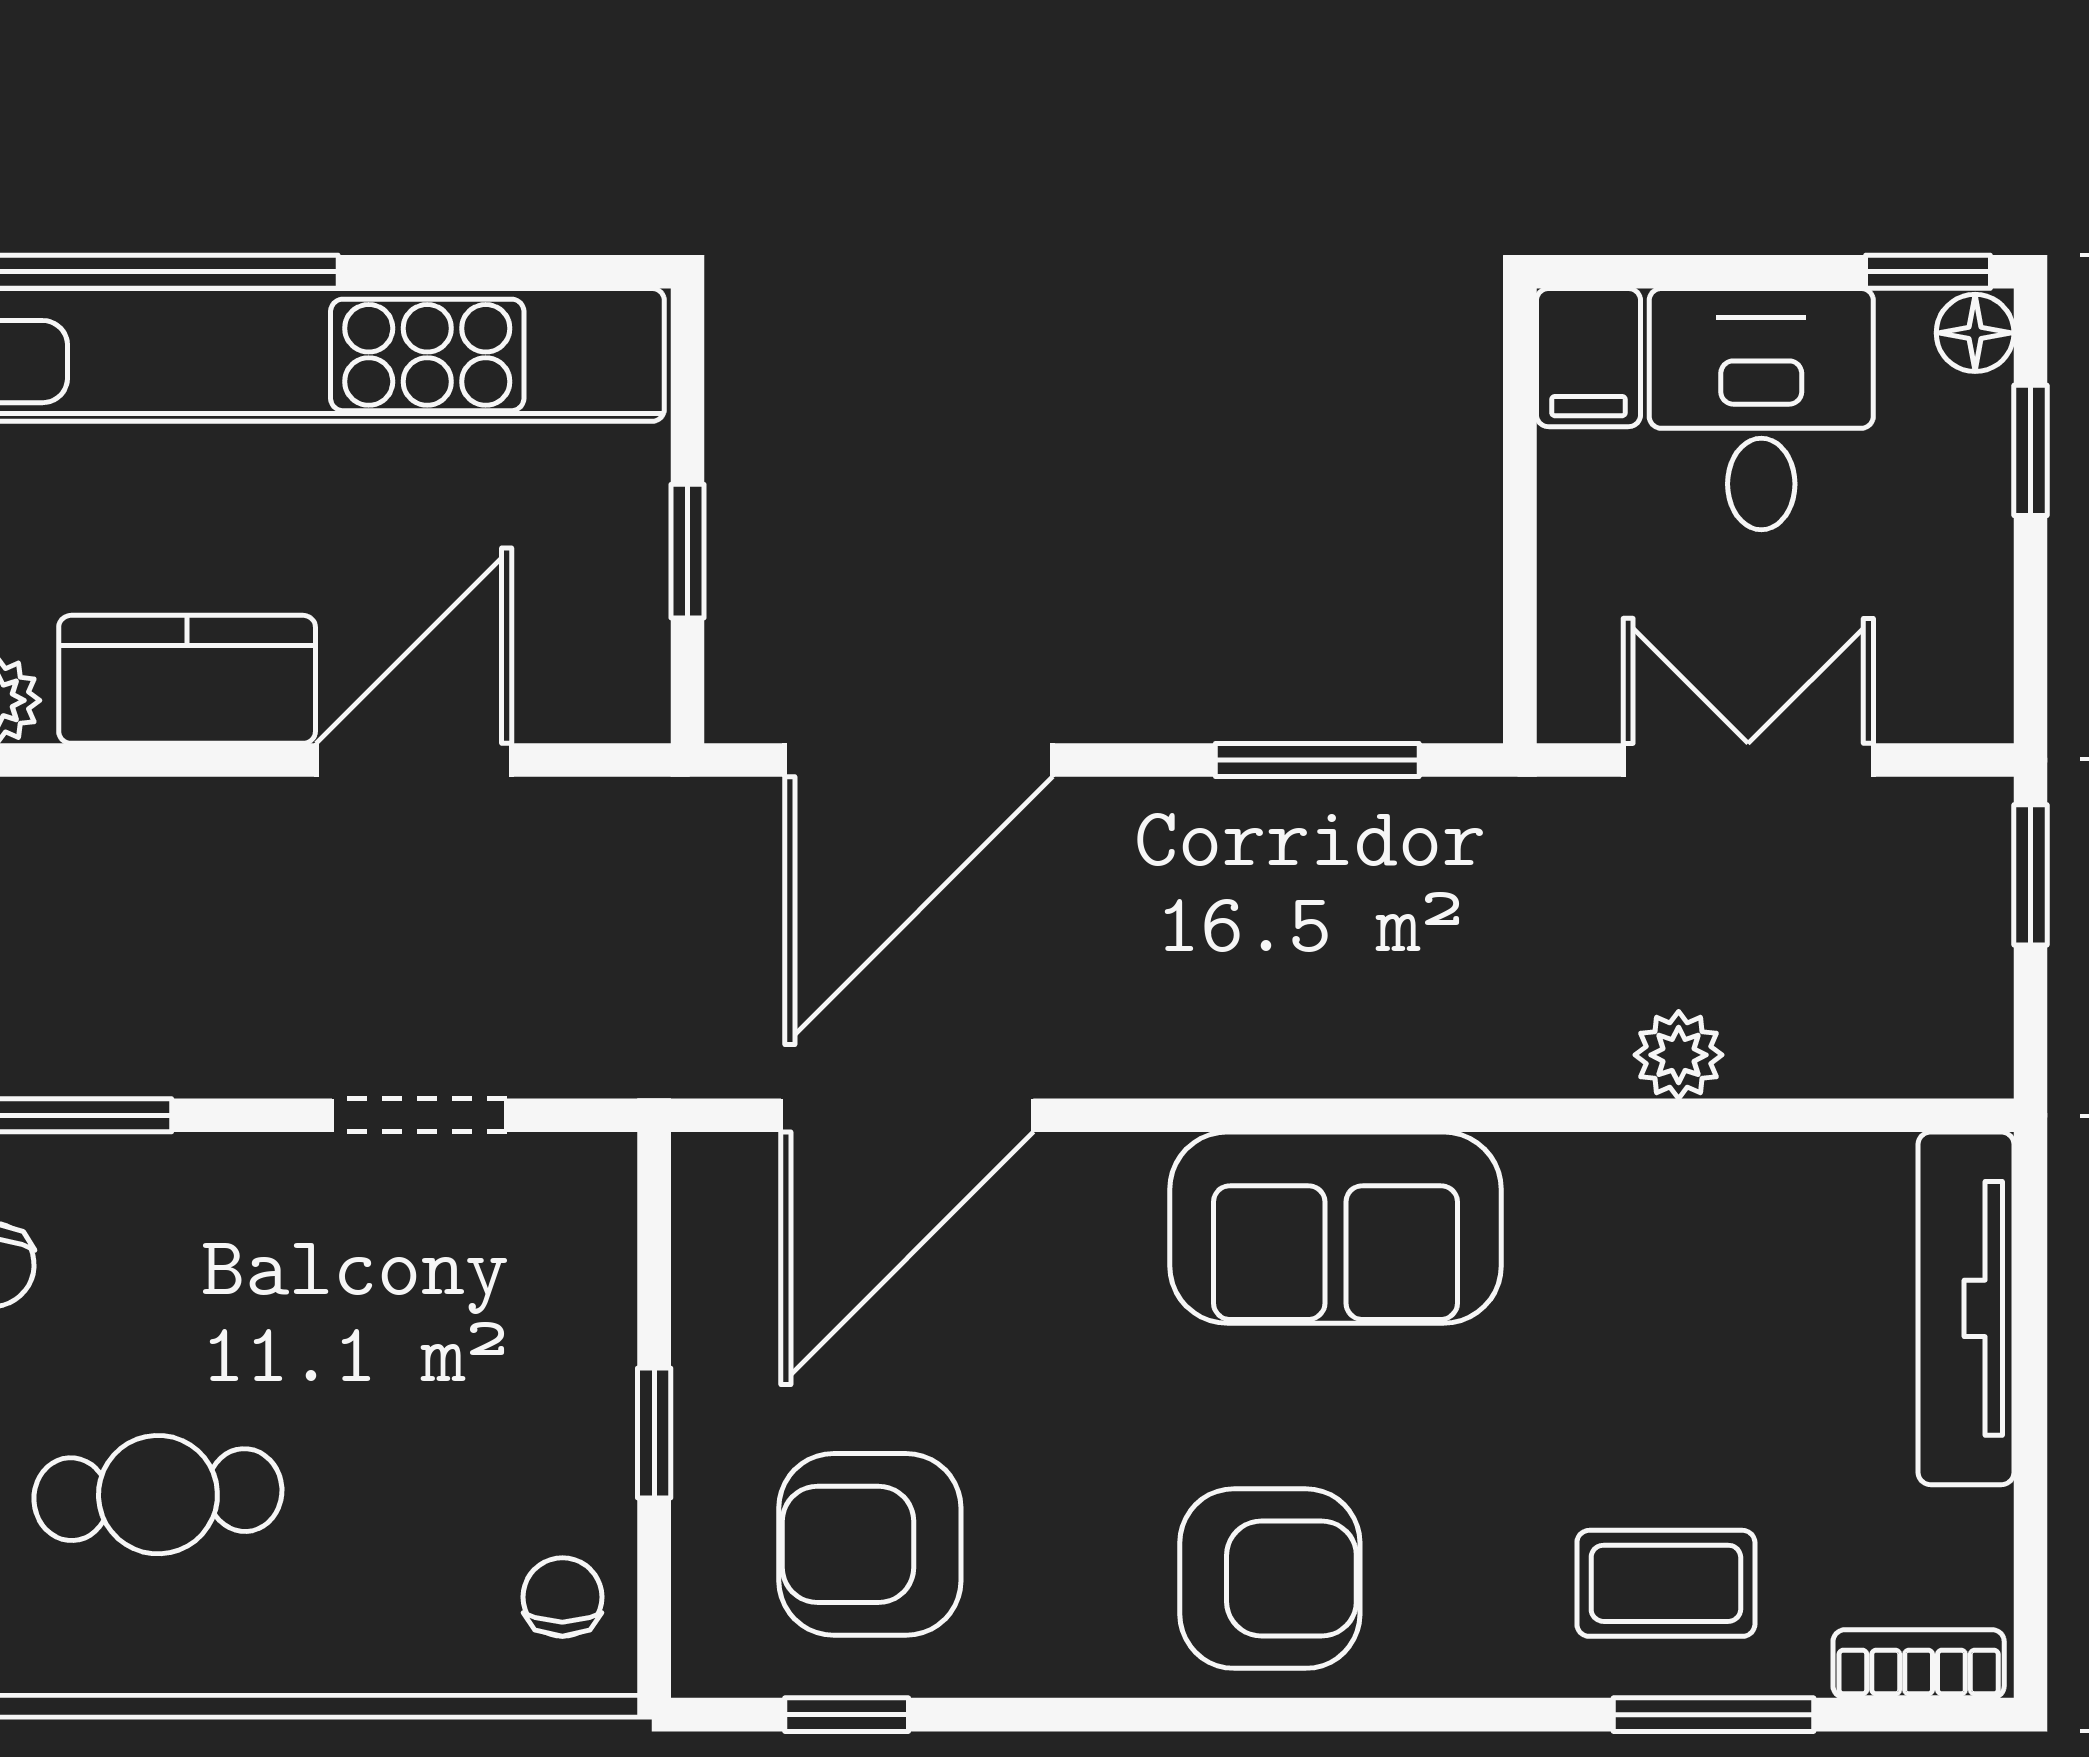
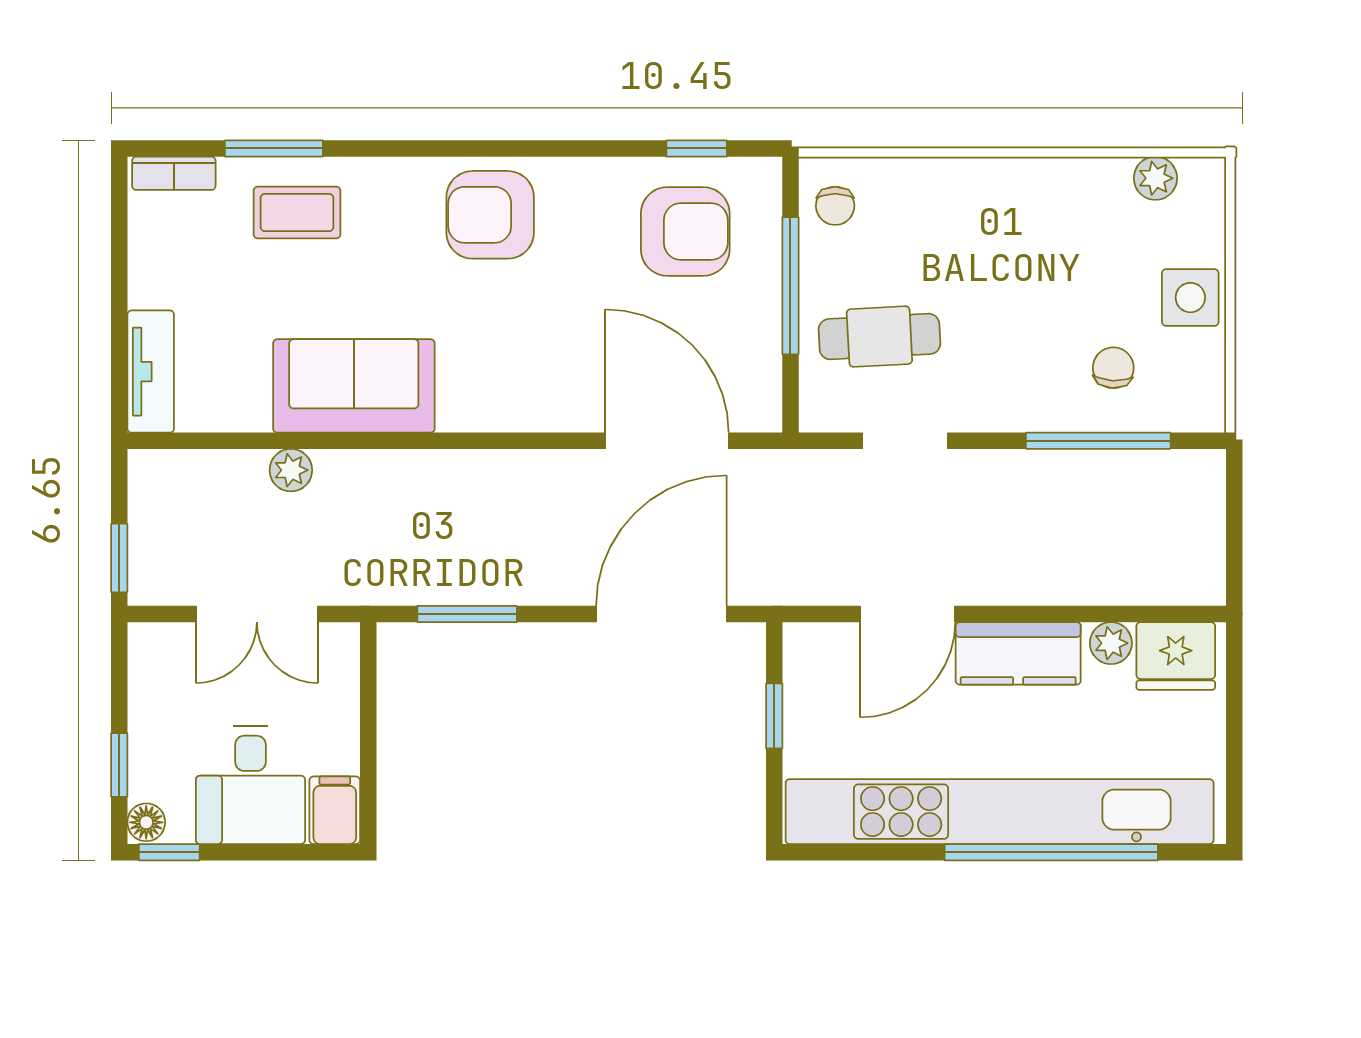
door: (907, 1115) -> (667, 441), hinge flipped
sofa: (1335, 1228) -> (354, 386), moved
tv unit: (1966, 1308) -> (151, 372), width x0.71
window: (654, 1433) -> (790, 286), width x2.17
cafe table: (158, 1495) -> (879, 337), moved

